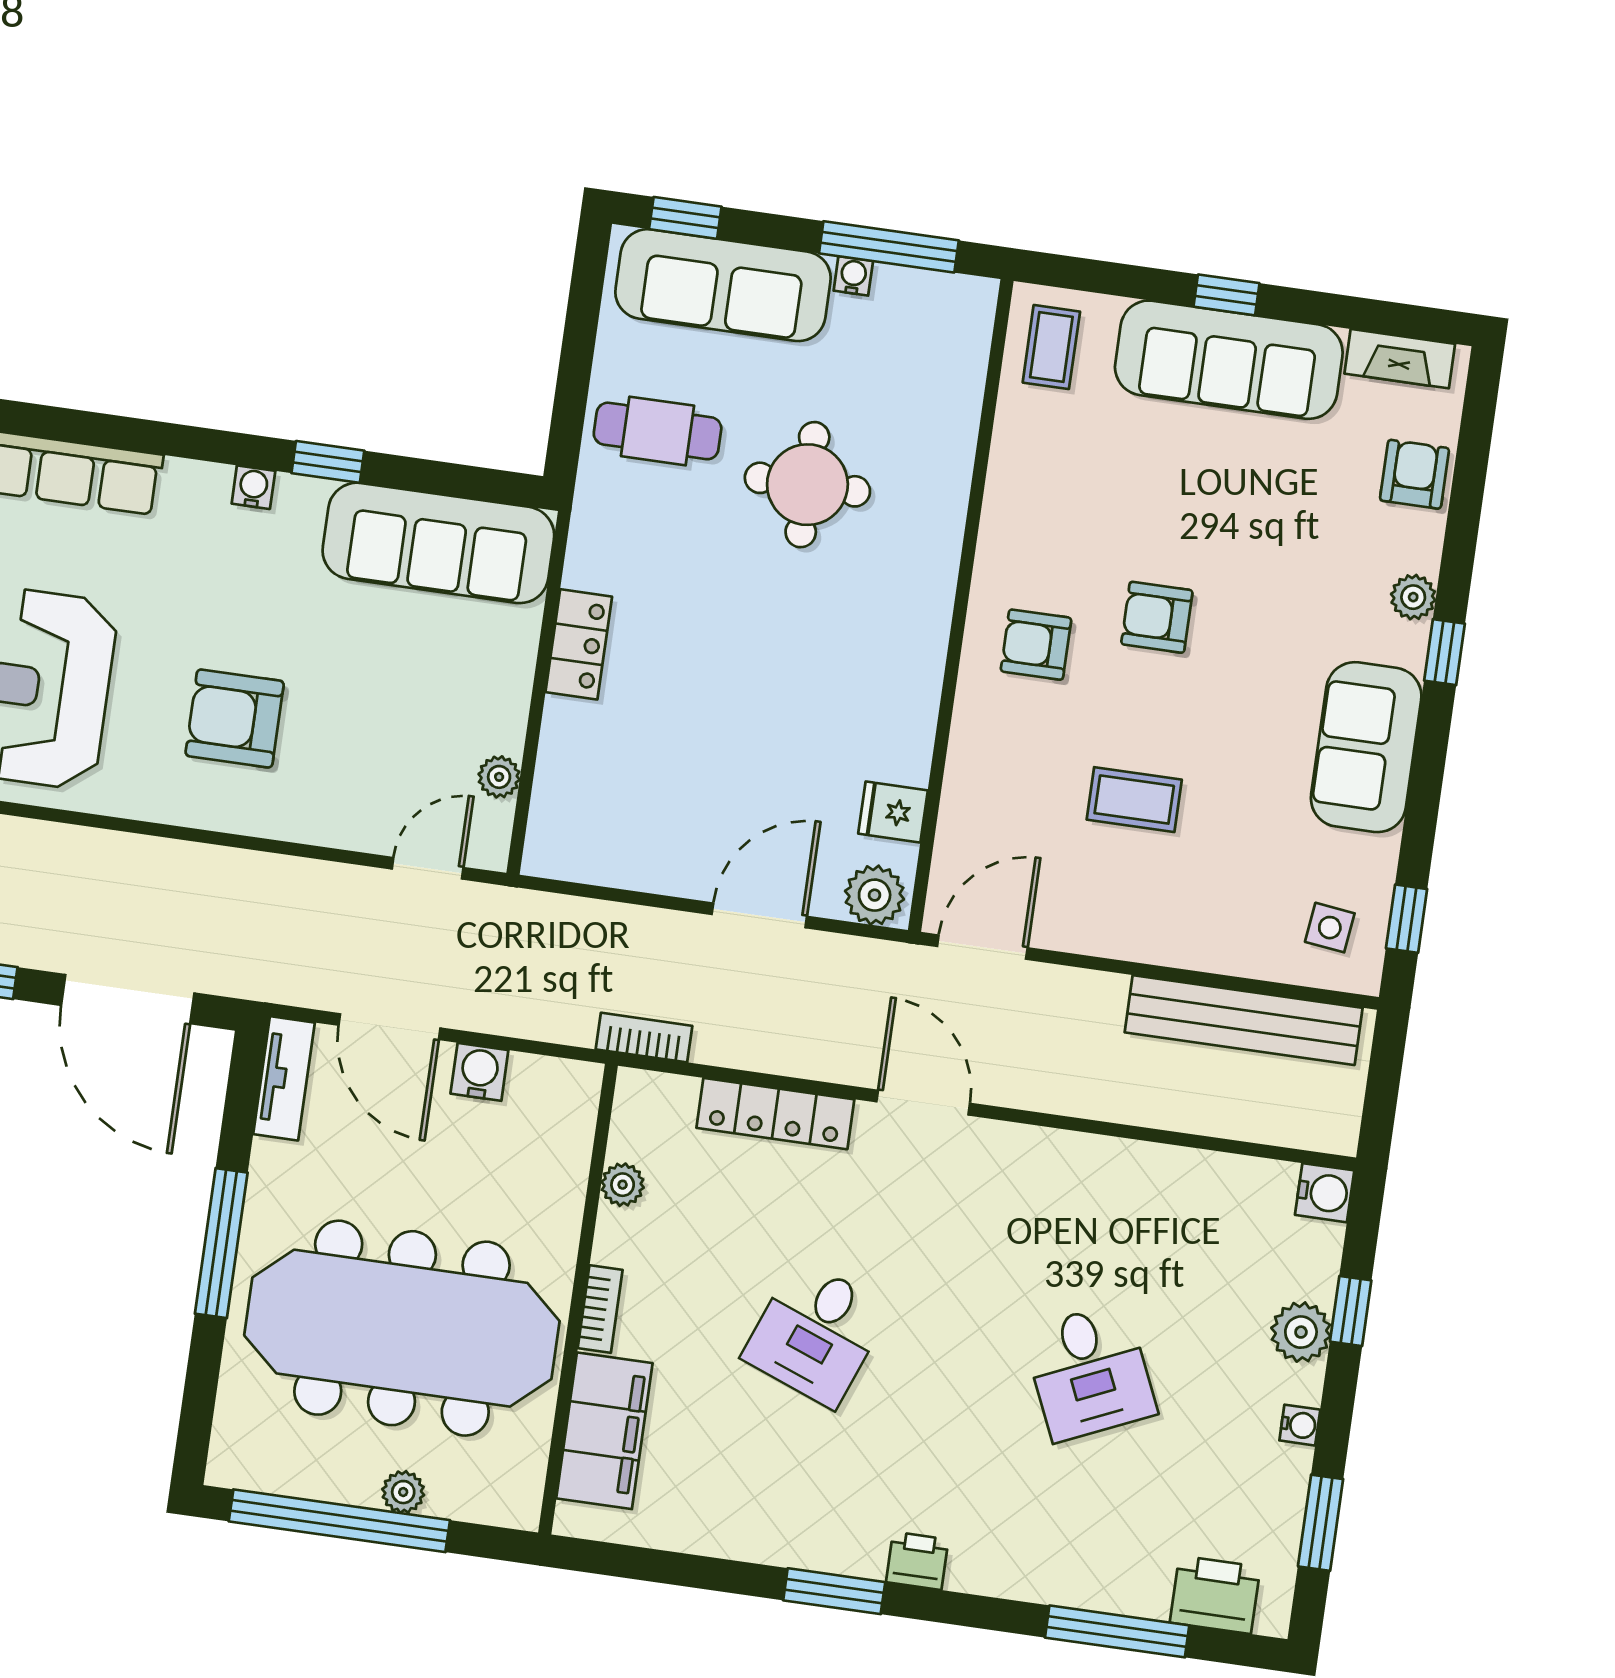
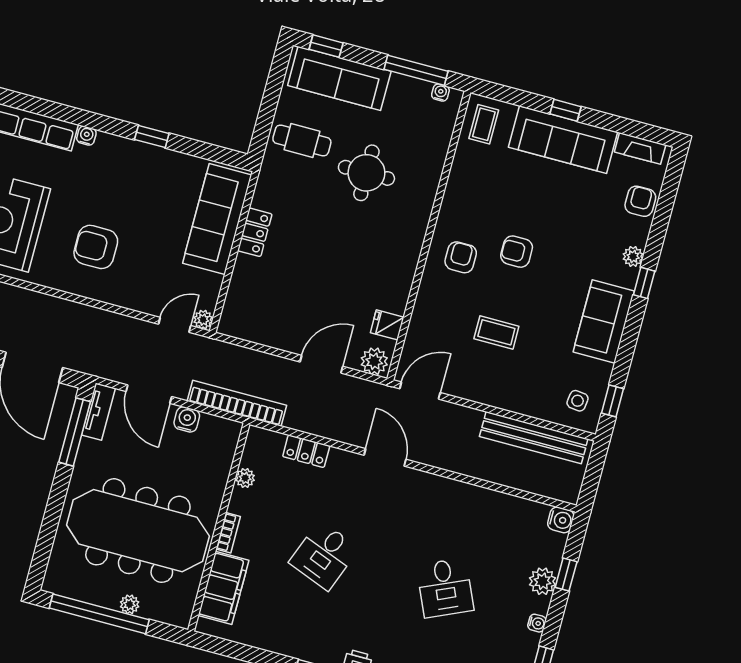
water cooler: (853, 276) -> (440, 93), moved
water cooler: (253, 487) -> (86, 136), moved
sofa: (438, 543) -> (217, 219), moved, turned 90
armchair: (1036, 645) -> (461, 257), turned 90
plant: (499, 777) -> (203, 320), moved
bookcase: (644, 1038) -> (237, 403), width x2.31, depth x1.31
locker: (775, 1114) -> (306, 451), width x0.66
window: (221, 1243) -> (75, 432), moved

